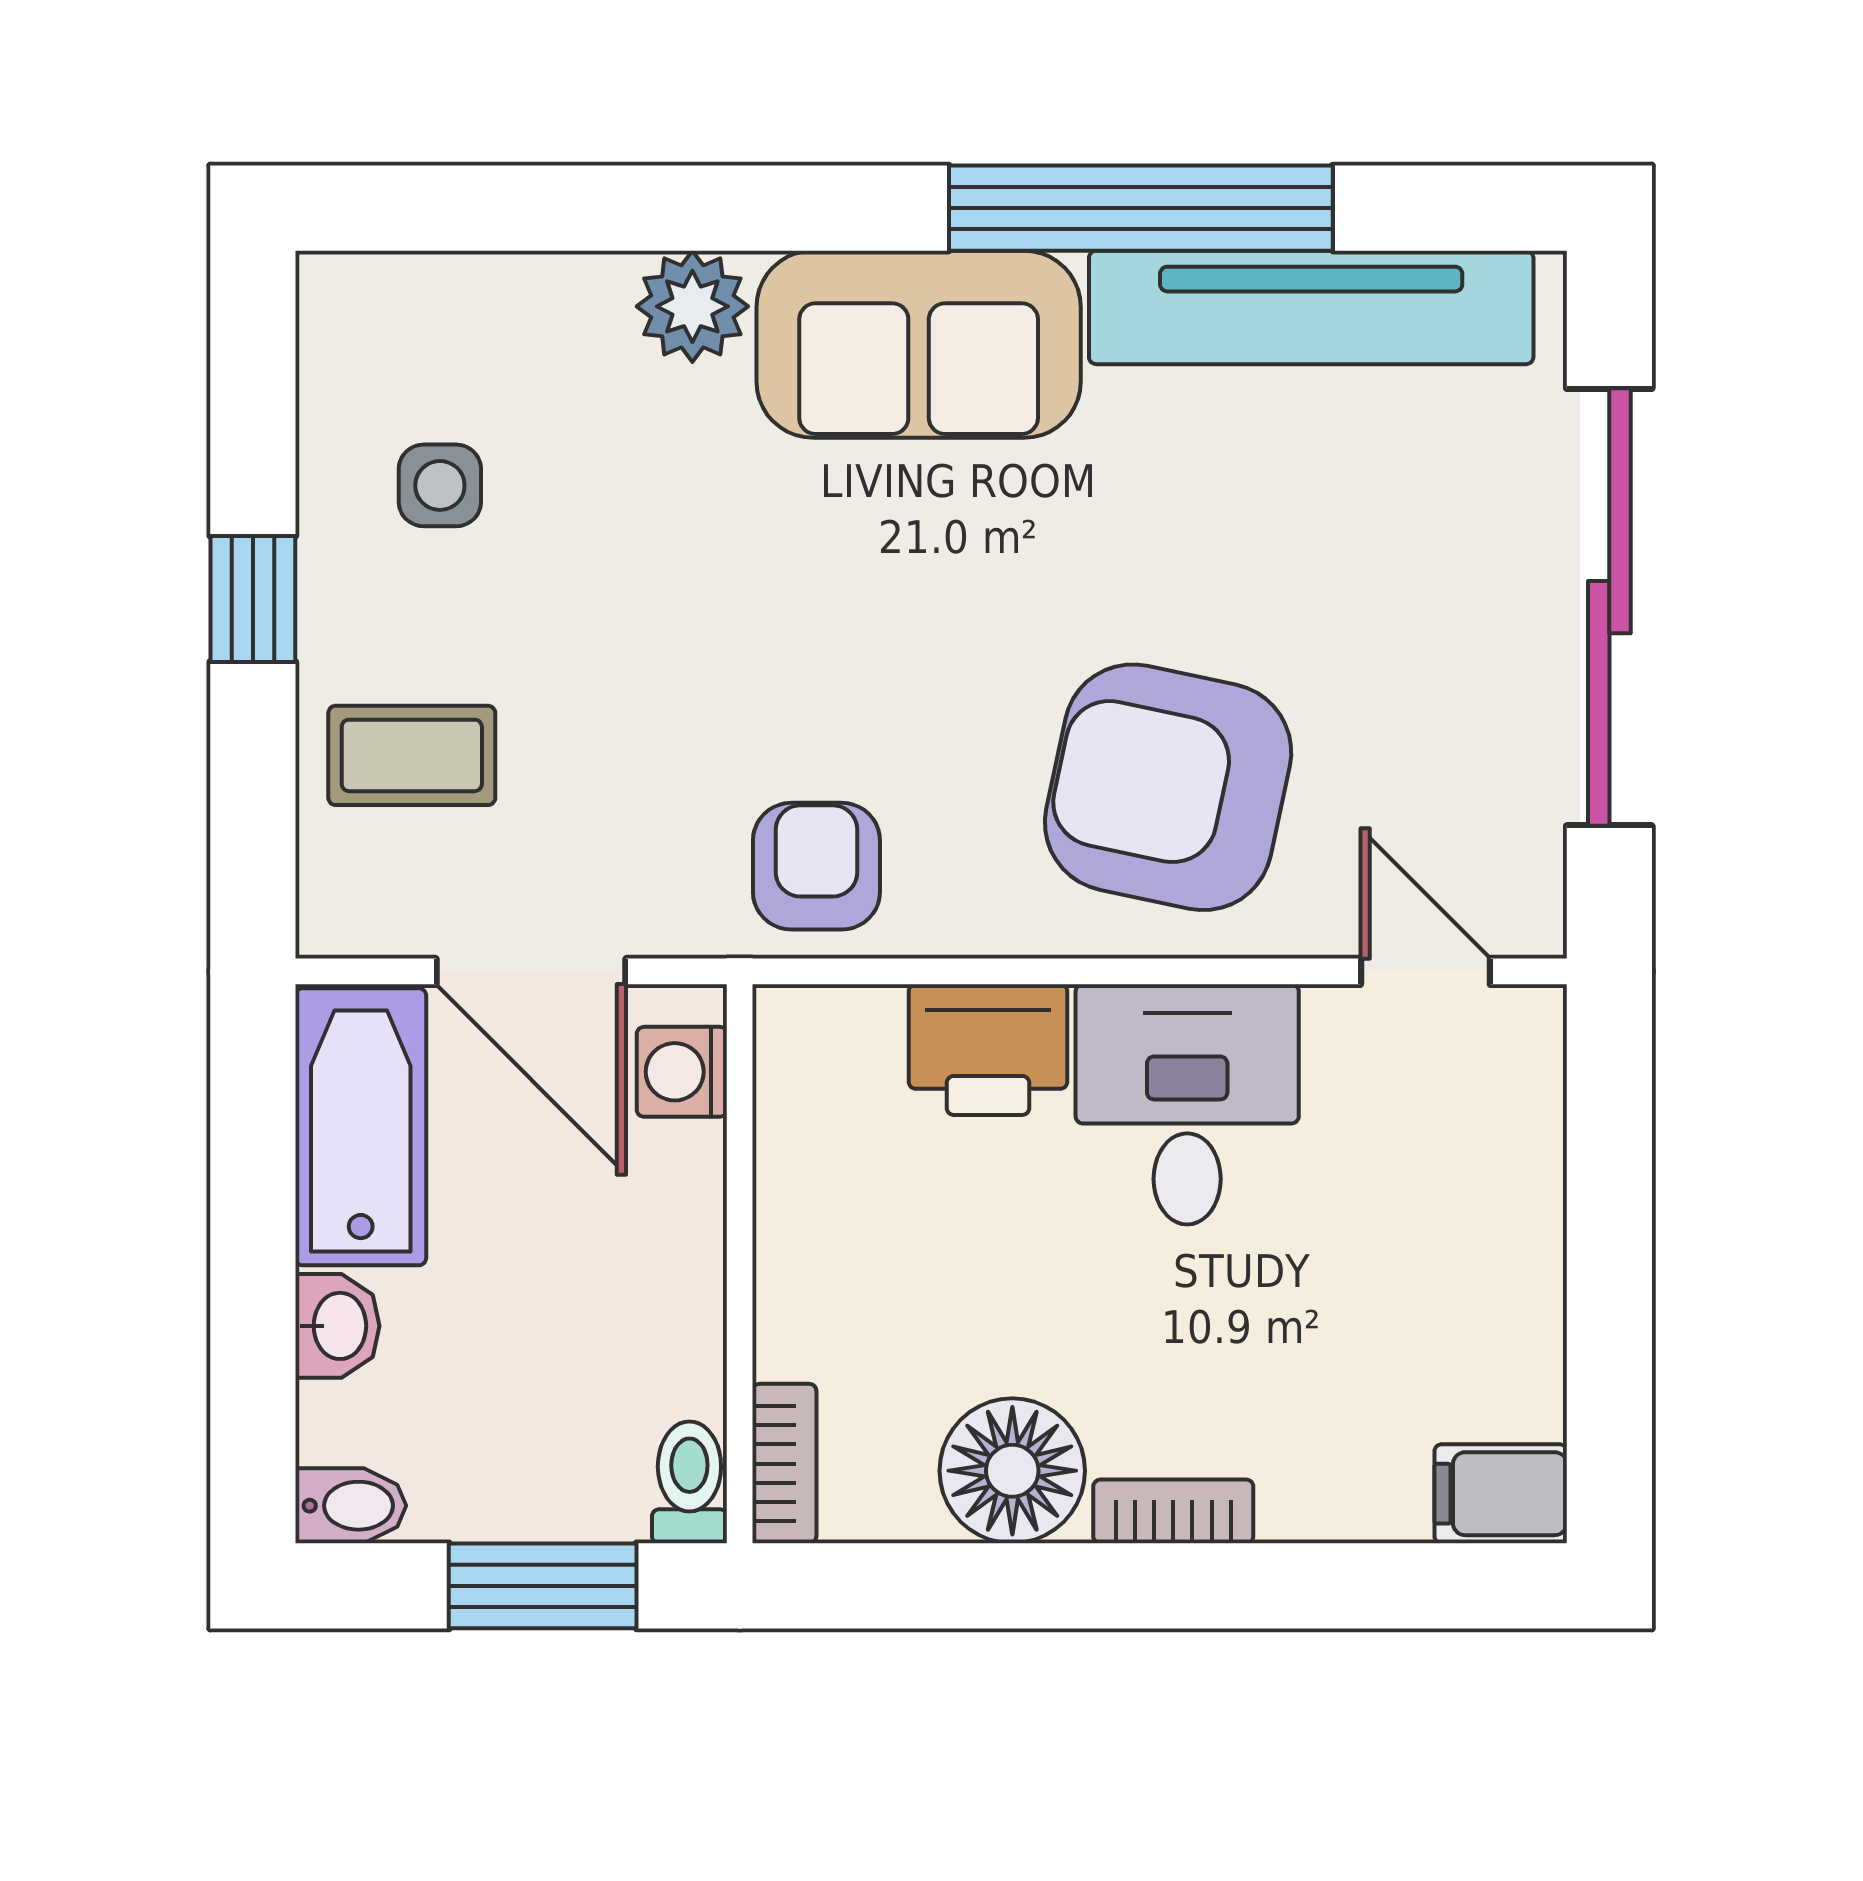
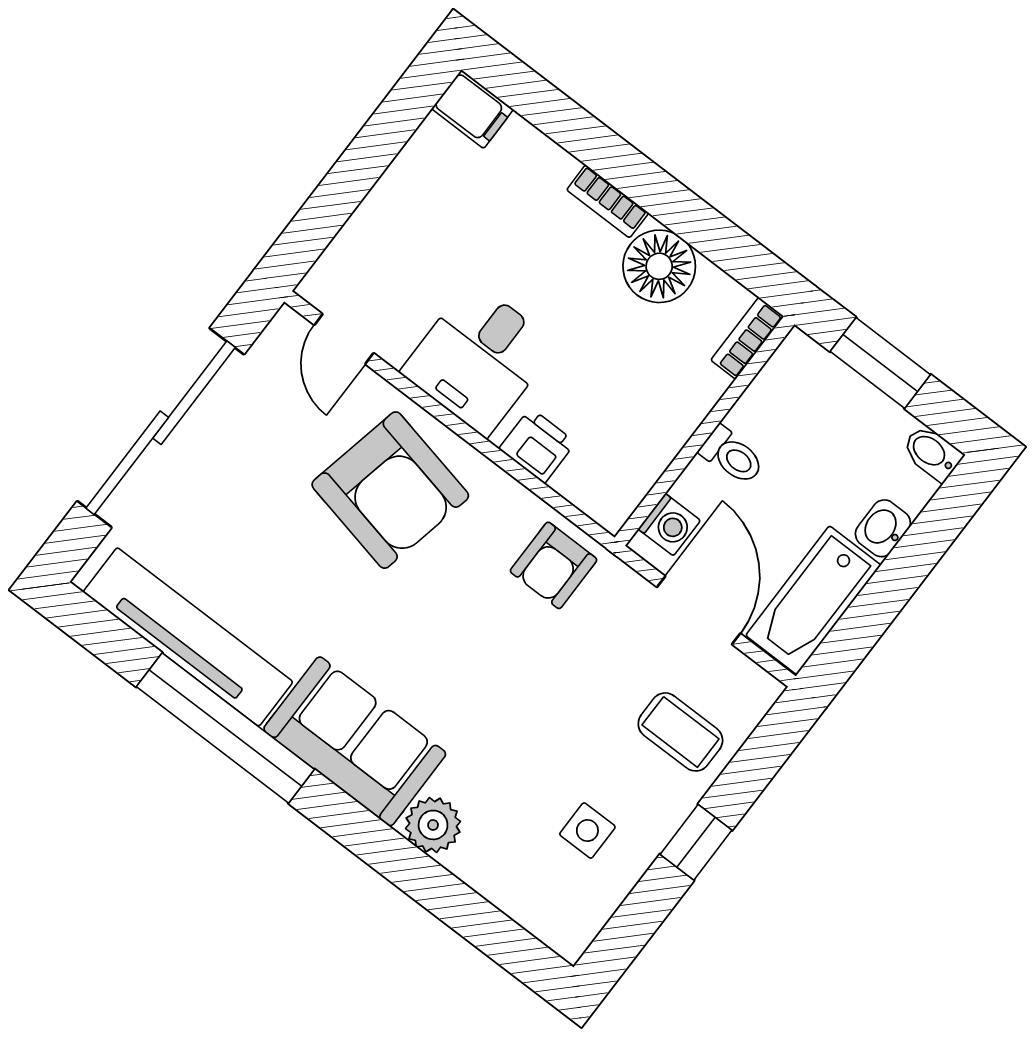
printer: (988, 1050) -> (537, 446), width x0.73, depth x0.81
toilet: (689, 1482) -> (732, 456), moved, turned -90

